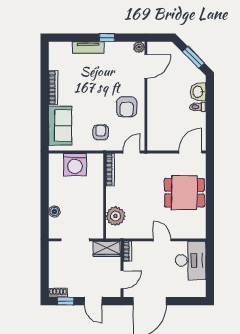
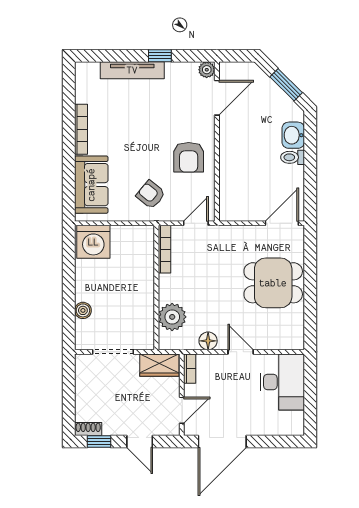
tv unit: (88, 47) -> (132, 70), width x1.41
armchair: (101, 132) -> (151, 195), turned -51
washing machine: (75, 165) -> (93, 242), moved
floor lamp: (140, 232) -> (208, 341), added

